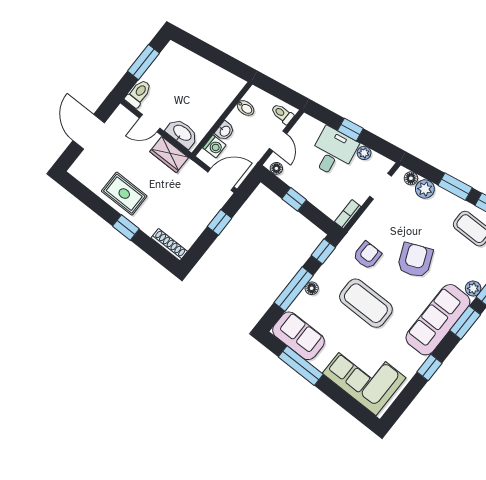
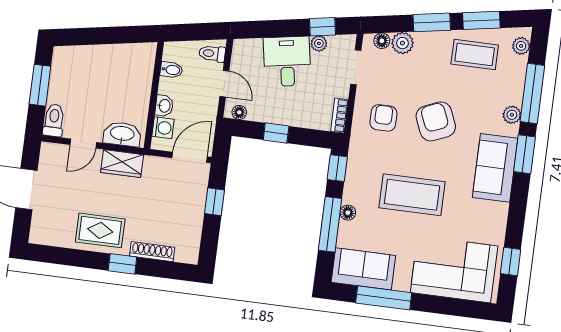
window: (350, 130) -> (322, 27), moved
shoe rack: (169, 245) -> (152, 252), moved
armchair: (367, 255) -> (383, 118), moved
sofa: (438, 320) -> (495, 168), width x0.73
window: (430, 368) -> (511, 262), moved

